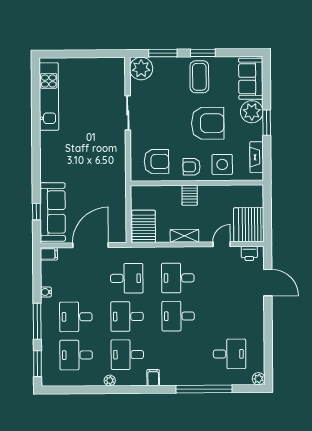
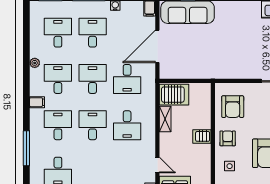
side table: (222, 164) -> (230, 166), width x0.54, depth x0.54
shelving: (184, 236) -> (165, 119), moved
door: (91, 245) -> (157, 46), swing flipped
desk: (178, 278) -> (127, 125), turned 180
desk: (178, 354) -> (58, 125), added
window: (204, 389) -> (26, 148), width x0.68

